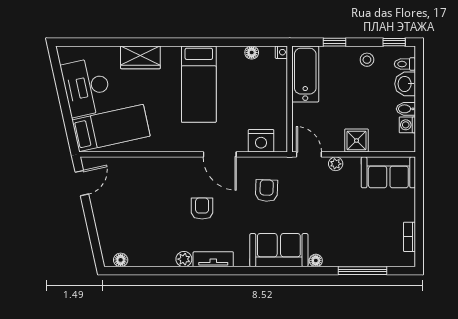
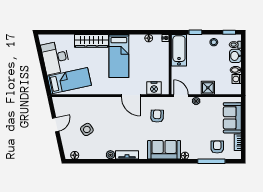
wardrobe: (140, 57) -> (91, 41), width x1.50
sofa: (388, 172) -> (232, 118), moved, turned 90
door: (82, 183) -> (56, 125), moved
armchair: (202, 209) -> (217, 147), moved
side table: (142, 214) -> (87, 129), added

